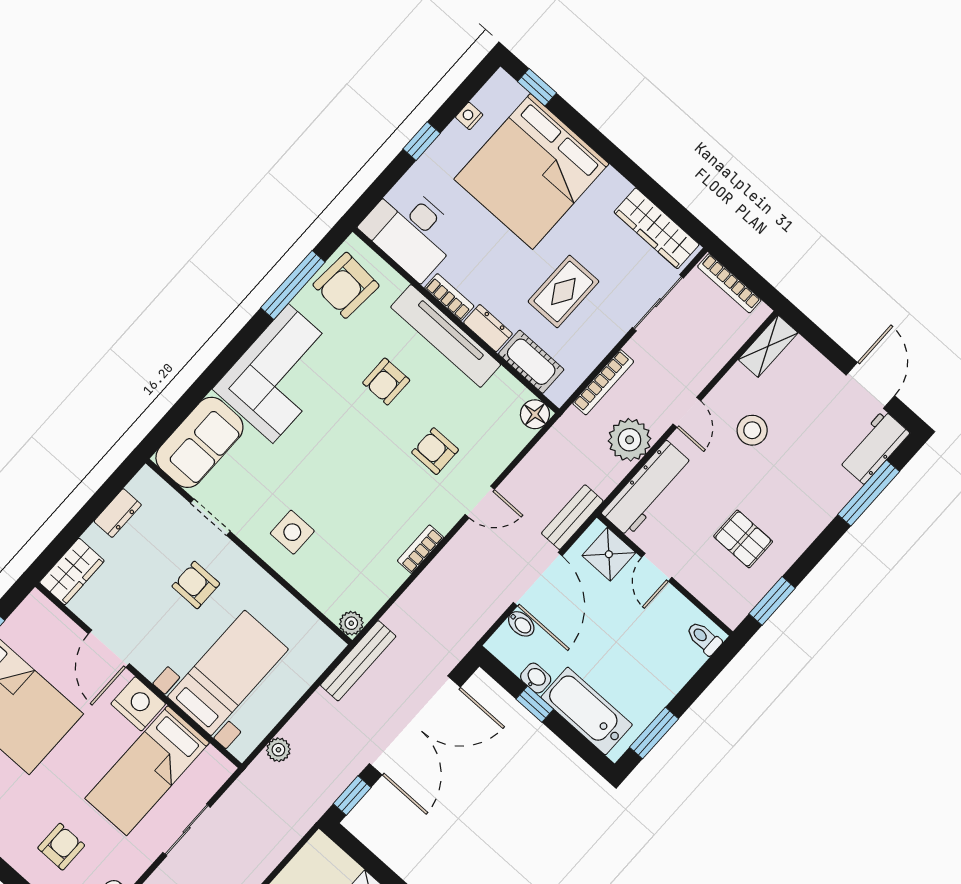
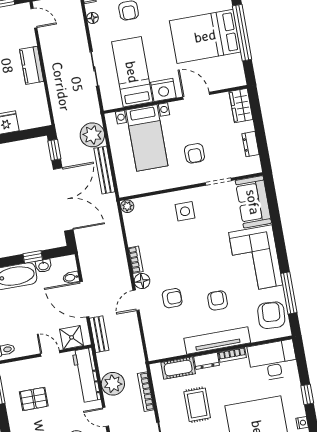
floor lamp: (535, 414) -> (142, 281), moved
armchair: (196, 585) -> (194, 153), turned 90
bench: (358, 661) -> (104, 170), moved
double door: (415, 725) -> (63, 199), swing flipped
plant: (278, 750) -> (92, 135), width x1.87, depth x1.87

